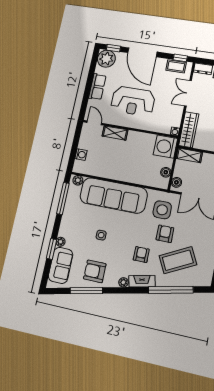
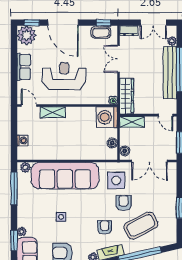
reception desk: (133, 101) -> (64, 76), turned 180

